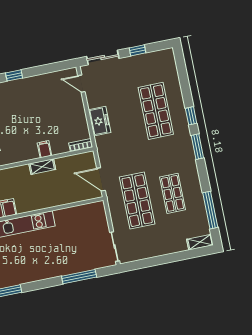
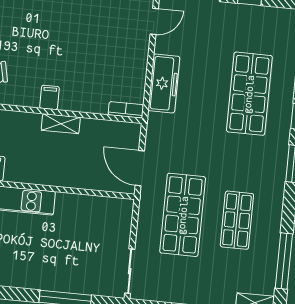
door: (81, 84) -> (154, 21), swing flipped
freezer: (100, 121) -> (164, 84), width x1.40
filing cabinet: (44, 149) -> (49, 97), moved

